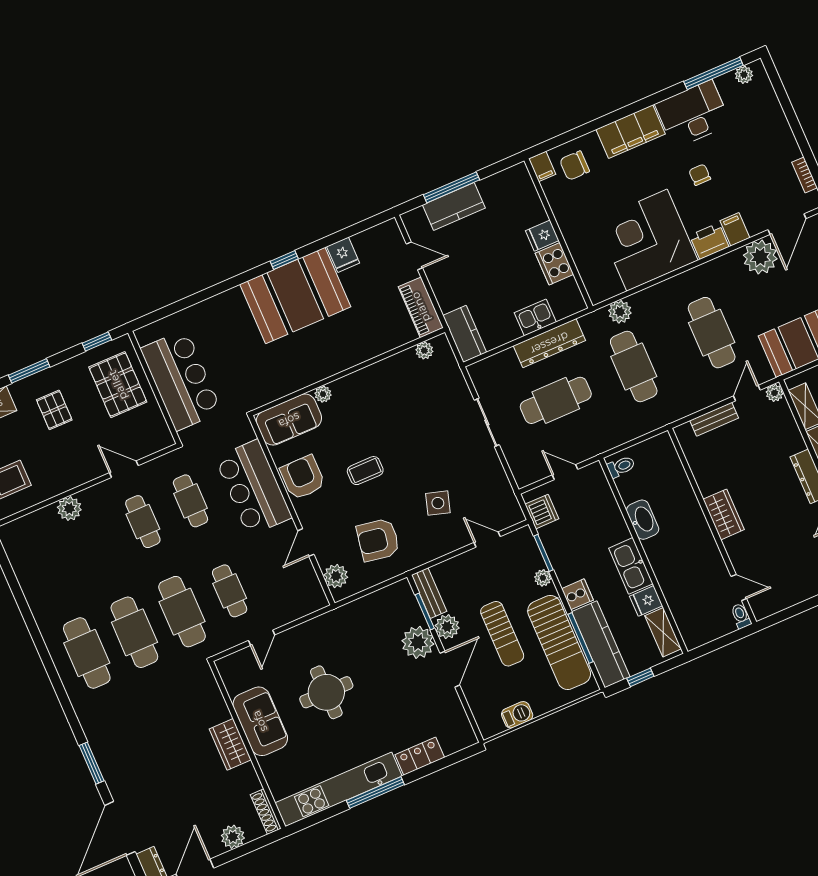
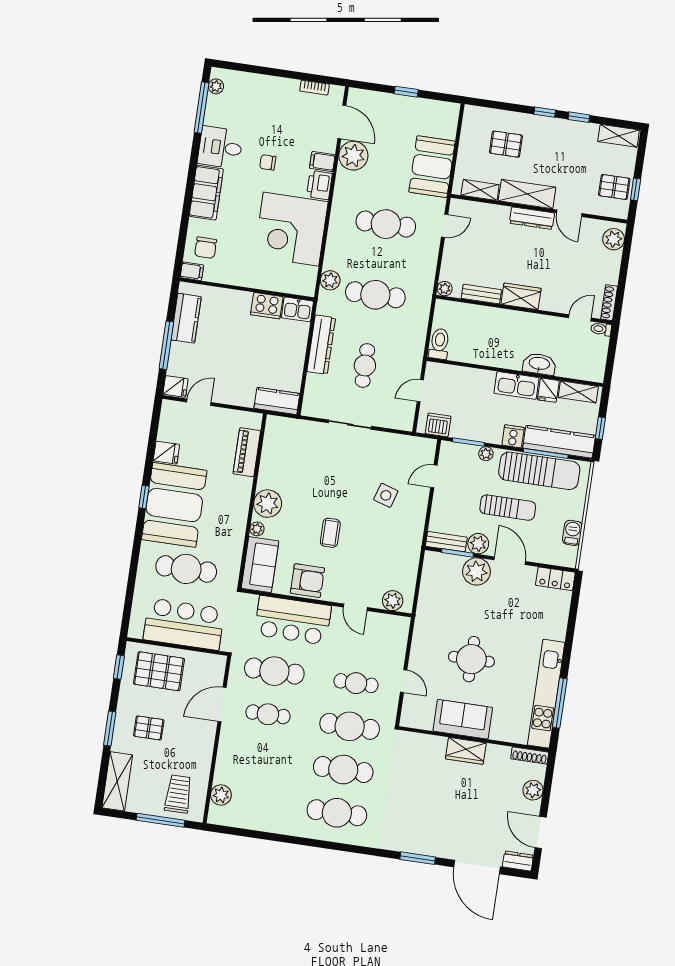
desk: (693, 114) -> (220, 147), width x0.73
kitchen counter: (454, 206) -> (186, 318), moved
fridge: (542, 236) -> (176, 386), moved, turned -90
piano: (421, 307) -> (247, 452), moved, turned 90
kitchen sink: (535, 317) -> (297, 309), moved, turned -90
cafe table: (238, 348) -> (186, 569), added
plant: (424, 351) -> (268, 504), moved, width x1.88, depth x1.88
door: (747, 393) -> (445, 226), swing flipped
plant: (775, 393) -> (445, 289), moved
cafe table: (556, 400) -> (365, 365), width x0.73, depth x0.74
bench: (714, 419) -> (481, 294), moved, turned 90
toilet: (621, 467) -> (439, 344), width x1.37, depth x1.39
door: (124, 469) -> (222, 705), width x1.38
armchair: (303, 477) -> (307, 581), turned 180
cafe table: (190, 501) -> (274, 671), width x1.37, depth x1.35
plant: (69, 509) -> (221, 795), moved
washbasin: (643, 520) -> (539, 364), moved
armchair: (378, 540) -> (386, 554), removed
shoe rack: (773, 607) -> (609, 303), added
locker: (420, 756) -> (555, 579), moved, turned -90
window: (375, 793) -> (560, 703), moved

